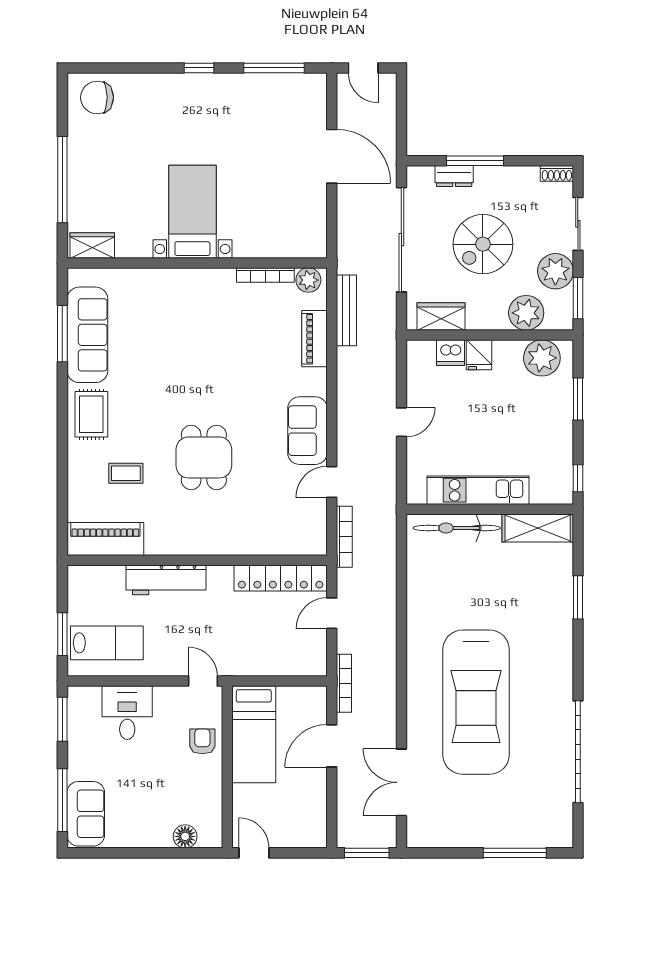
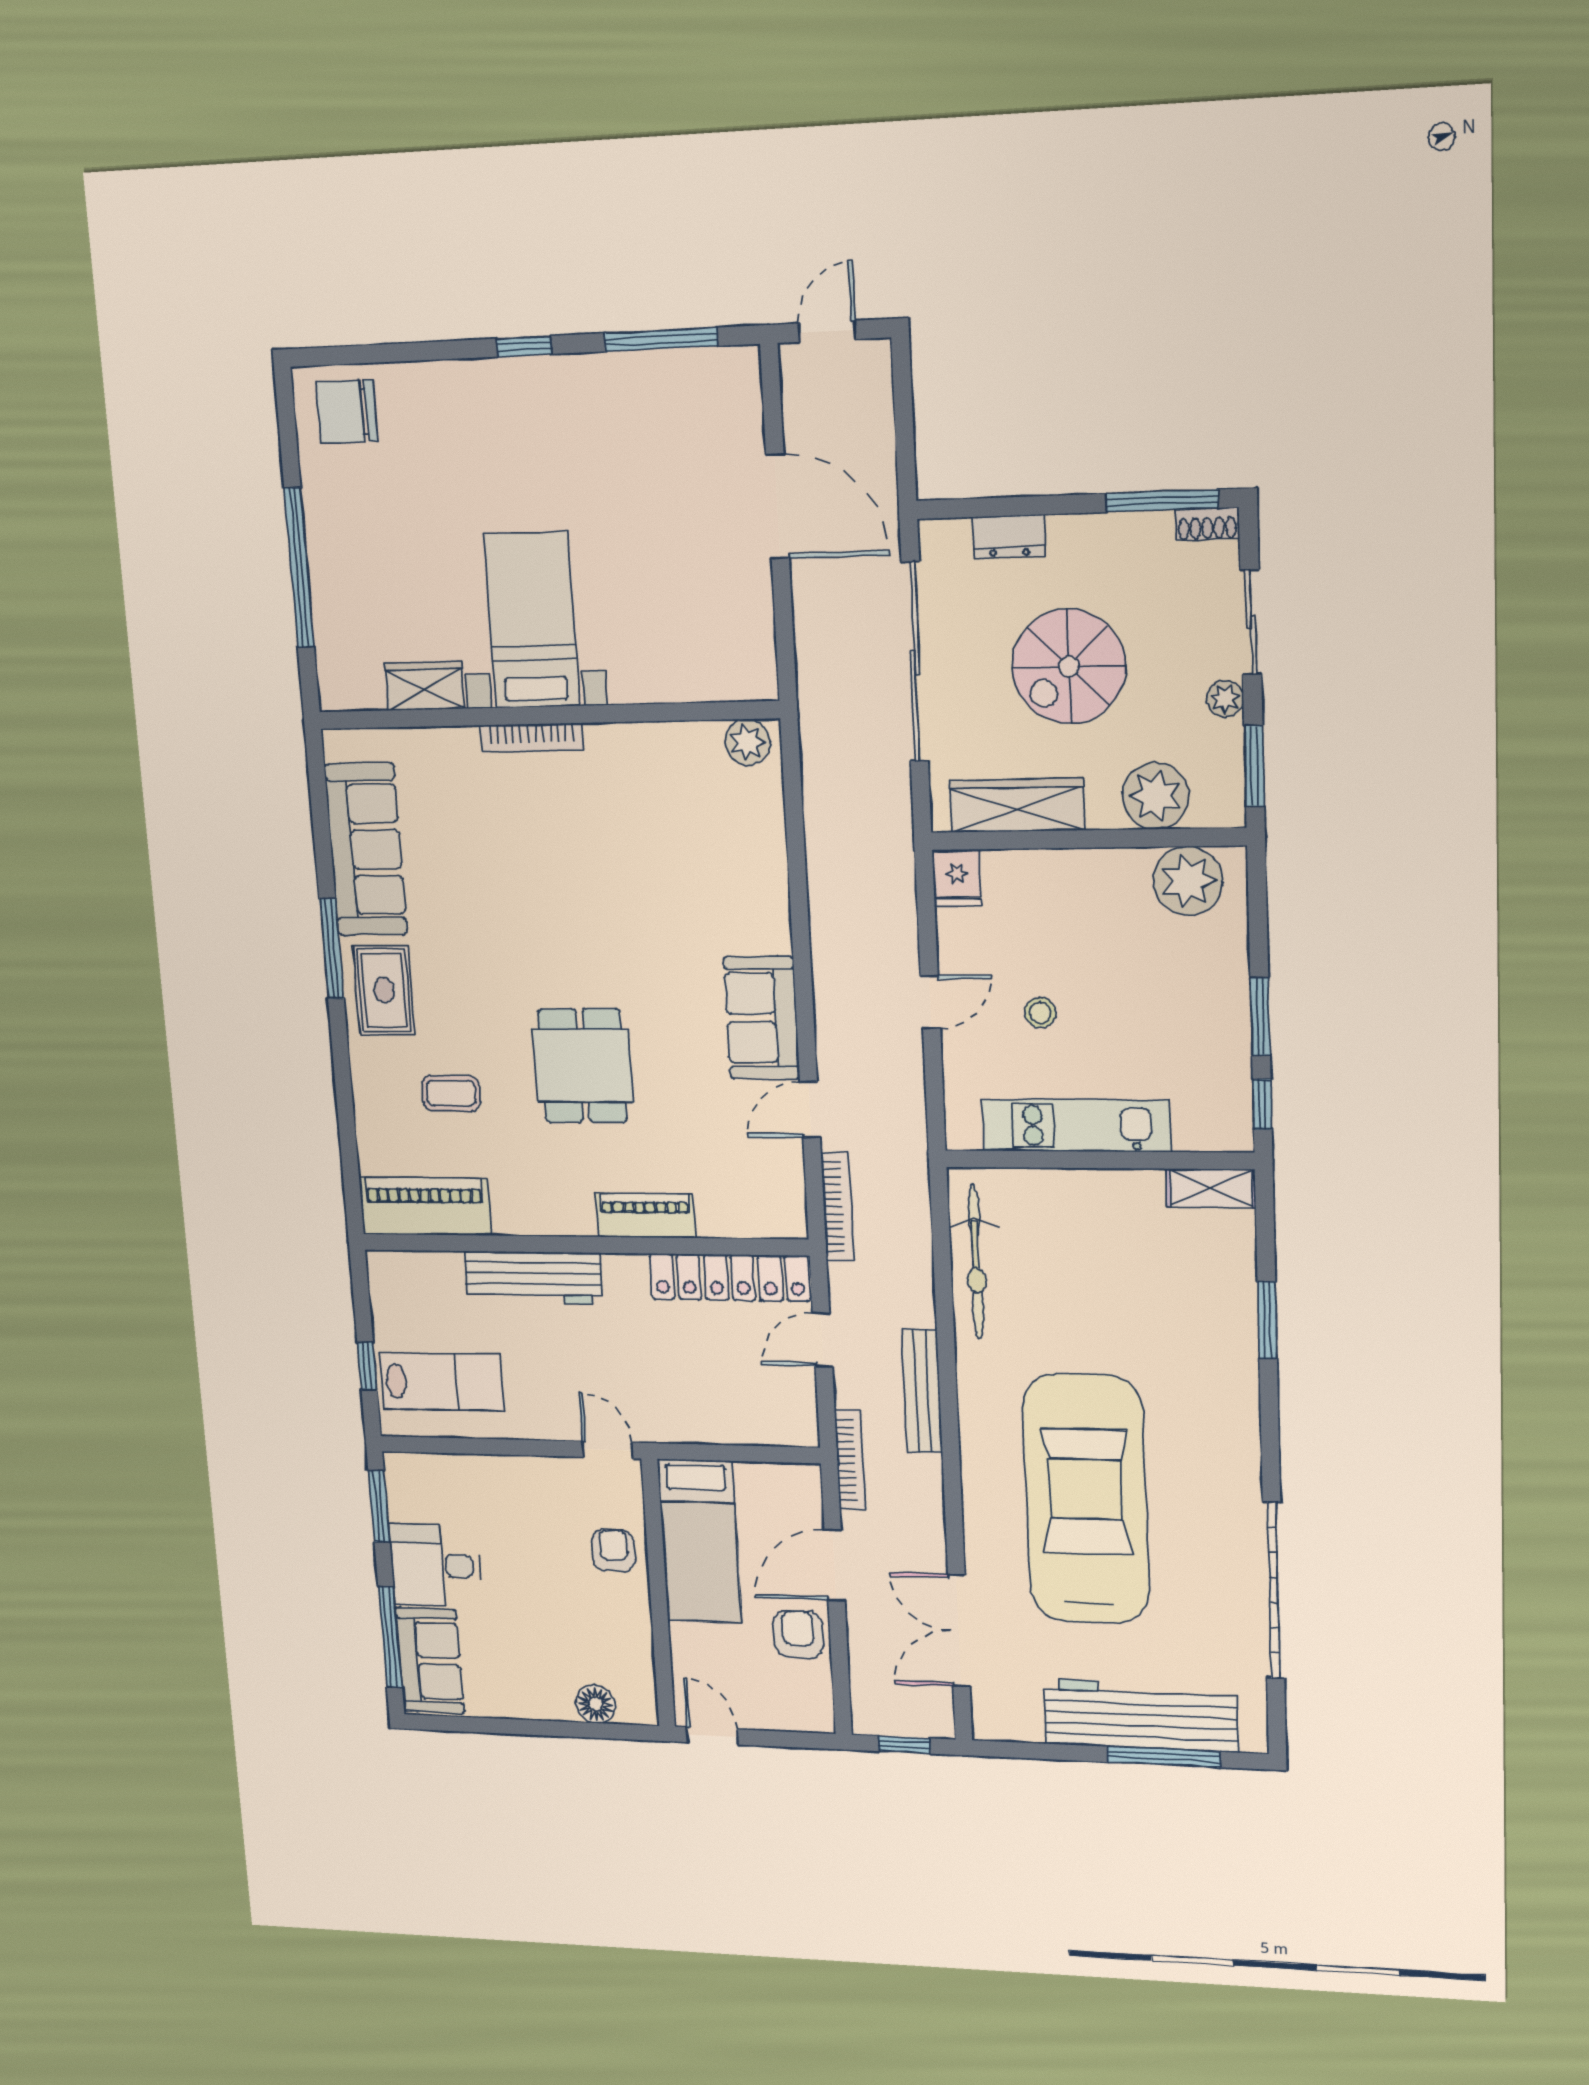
door: (363, 68) -> (827, 331), swing flipped
window: (475, 161) -> (1162, 501), moved
wardrobe: (92, 246) -> (425, 686), moved
plant: (555, 271) -> (1225, 699), width x0.53, depth x0.53
bookcase: (265, 275) -> (532, 738), moved
bench: (346, 310) -> (922, 1391), moved
wardrobe: (441, 317) -> (1017, 805), width x1.50
window: (62, 334) -> (332, 948), moved
piano: (314, 339) -> (645, 1216), moved, turned 90
dishwasher: (450, 353) -> (1015, 873), removed
fridge: (479, 355) -> (957, 878), moved
window: (578, 399) -> (1260, 1016), moved
stool: (461, 428) -> (1040, 1013), added
bicycle: (457, 528) -> (976, 1262), moved, turned -90
shelving: (538, 528) -> (1211, 1188), width x0.67, depth x0.75
window: (62, 634) -> (367, 1366), width x0.67
car: (476, 702) -> (1086, 1499), turned 180
desk: (127, 713) -> (435, 1565), moved, turned -90
armchair: (308, 788) -> (798, 1634), added
workbench: (503, 829) -> (1141, 1715), added
window: (367, 853) -> (904, 1745), width x0.67

